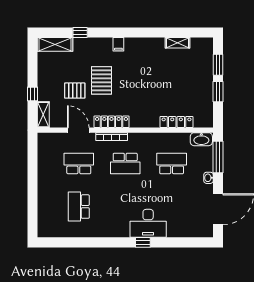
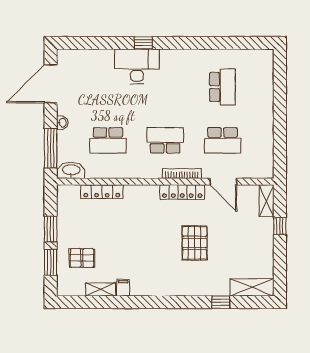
filing cabinet: (118, 44) -> (123, 288), moved
pallet: (75, 91) -> (82, 258), moved

